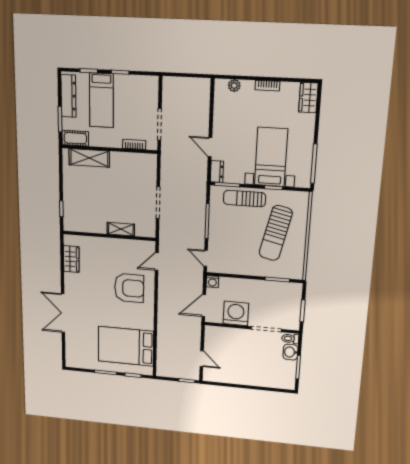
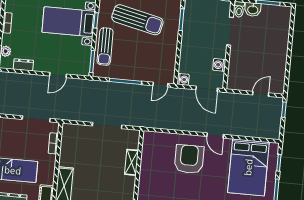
dresser: (217, 171) -> (23, 65), moved
door: (157, 262) -> (215, 135), moved
washing machine: (236, 313) -> (219, 65), width x0.53, depth x0.53

